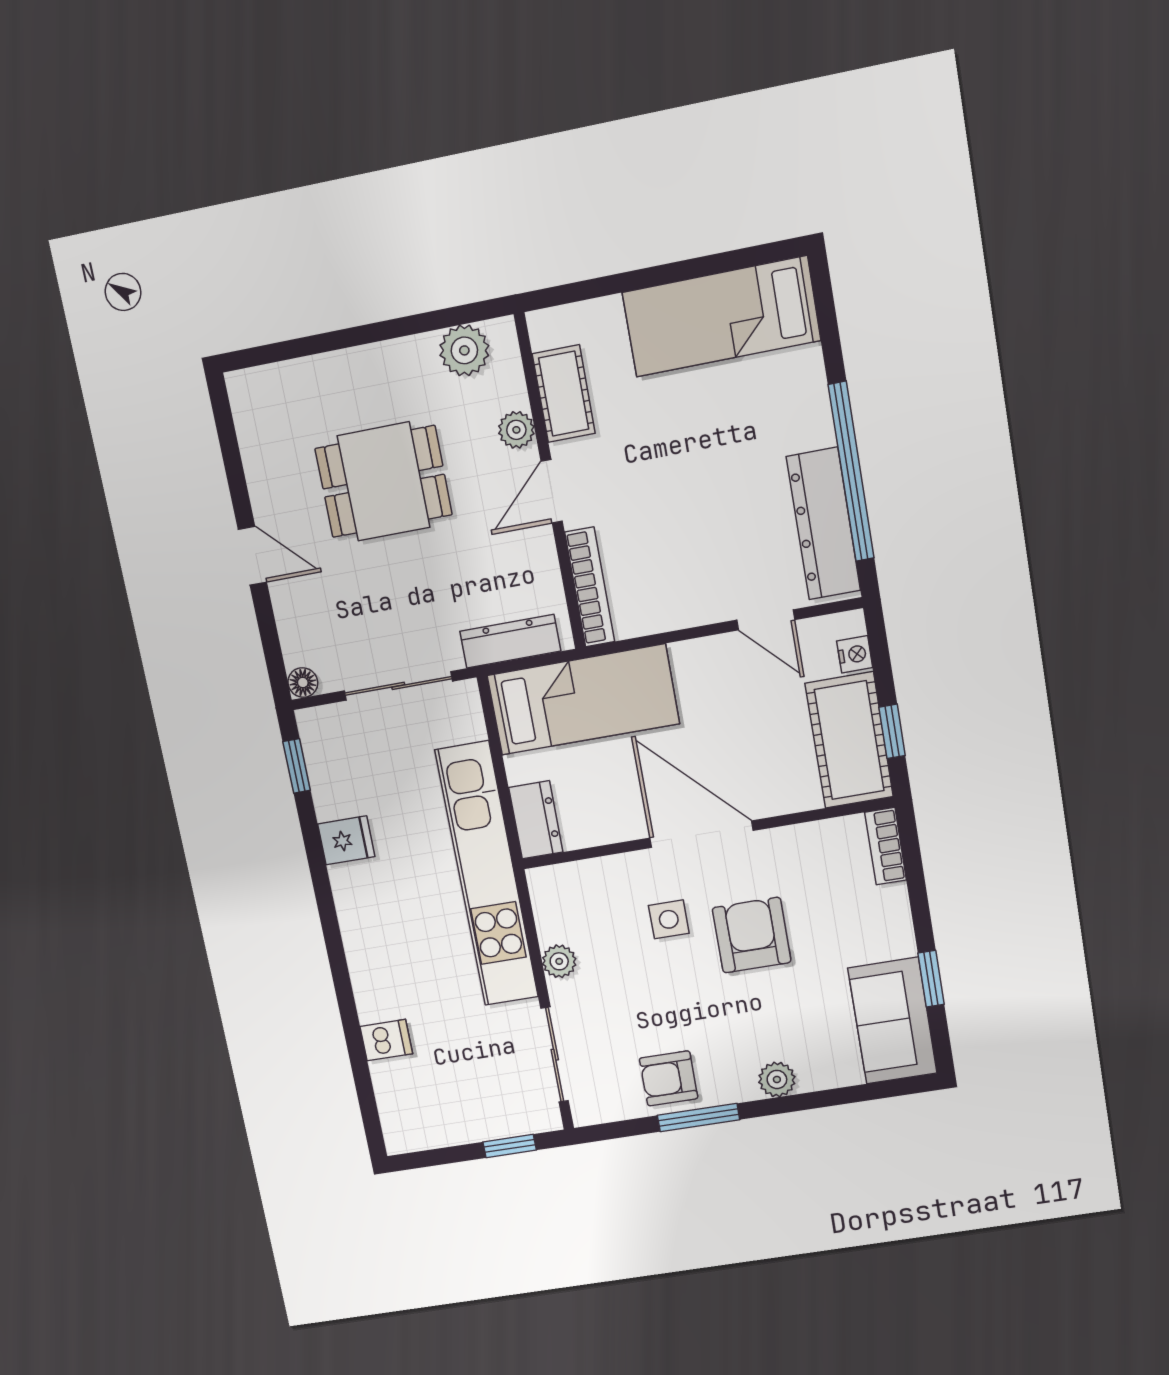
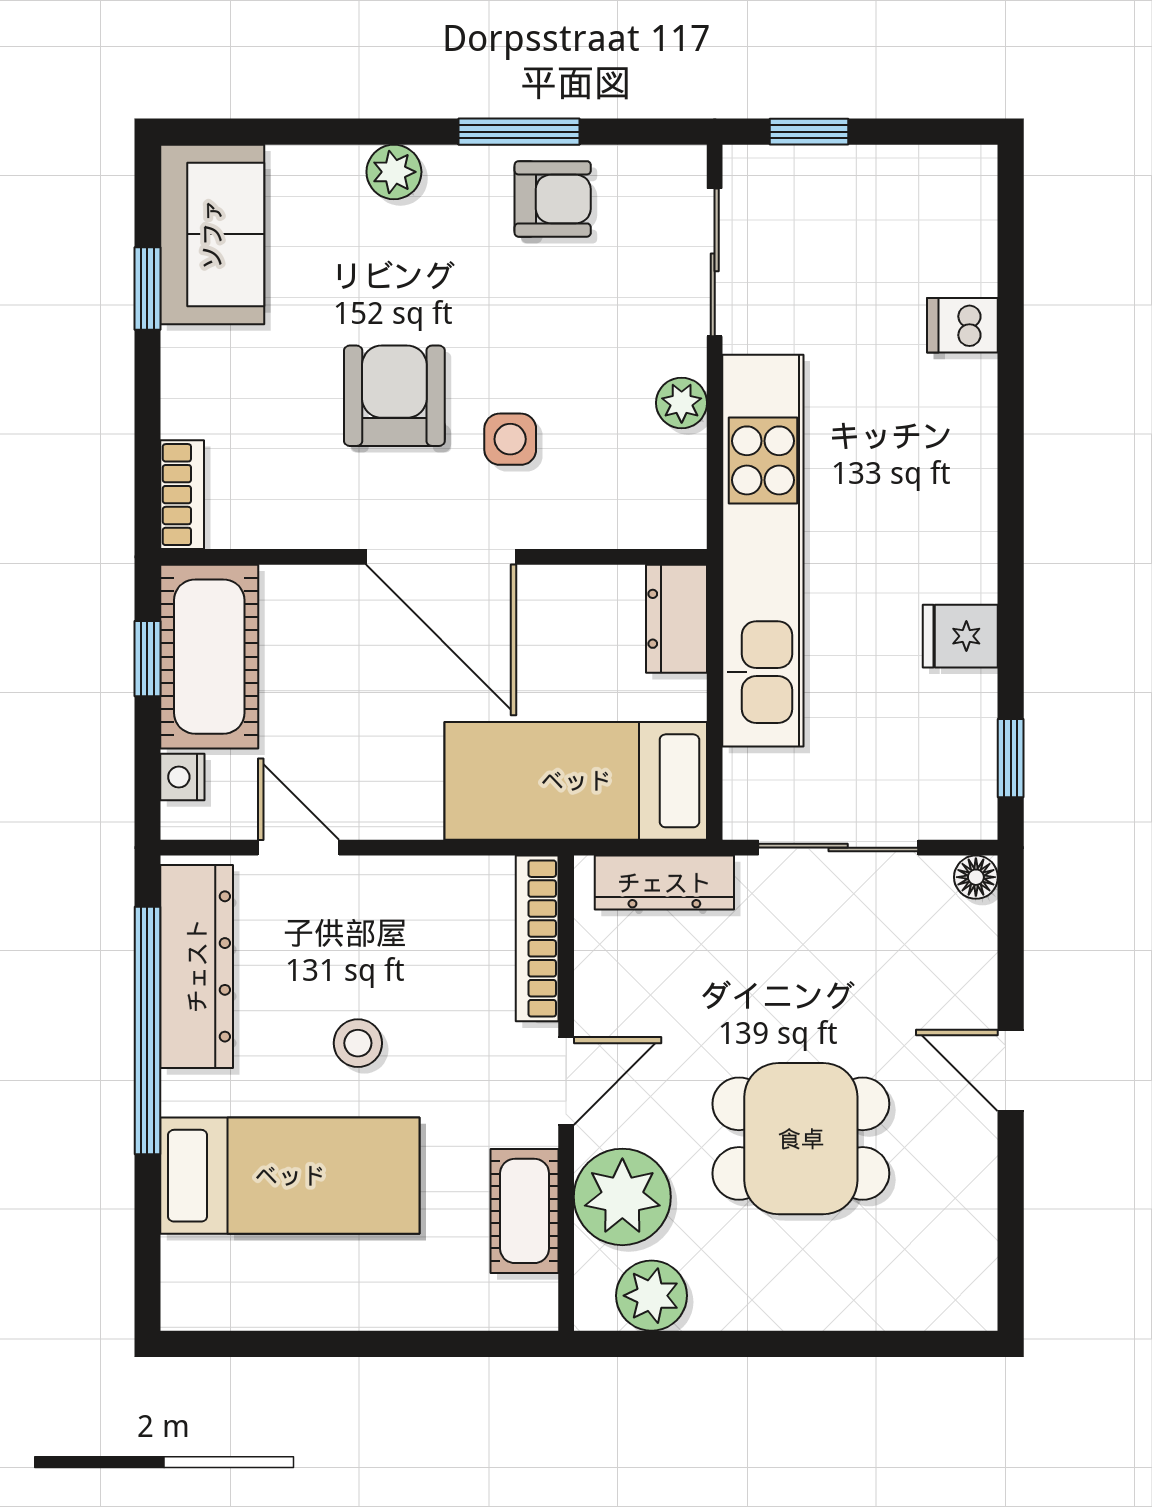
bed: (721, 316) -> (290, 1176), moved
plant: (516, 430) -> (622, 1197), width x1.87, depth x1.87
stool: (701, 491) -> (358, 1043), added
armchair: (752, 935) -> (394, 396), turned 180

